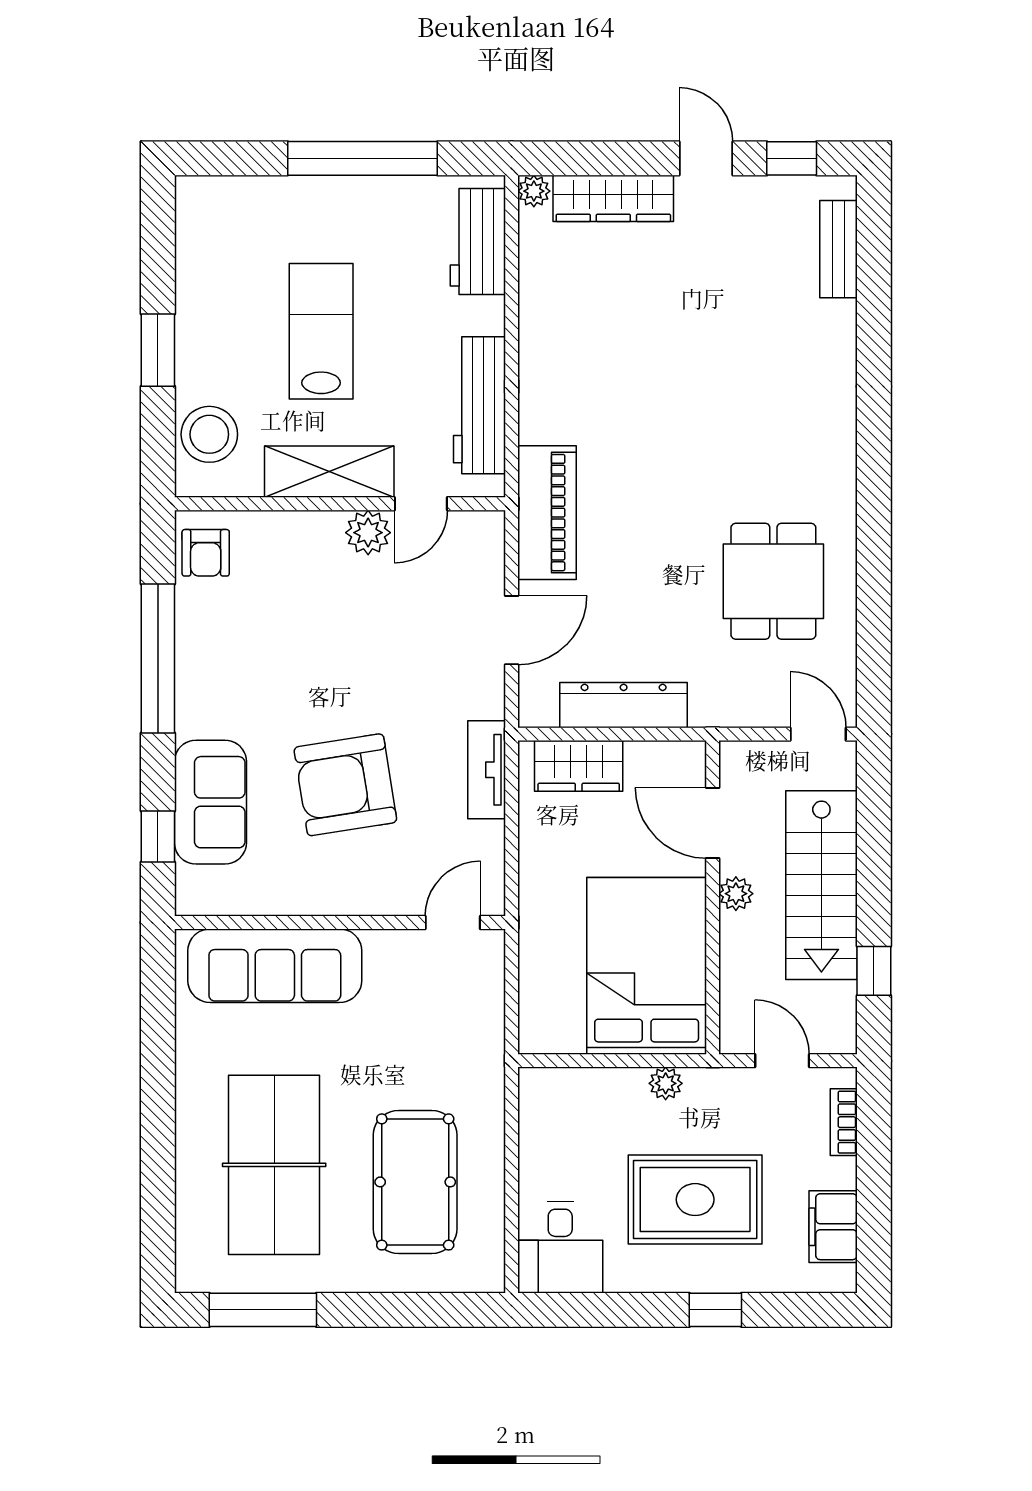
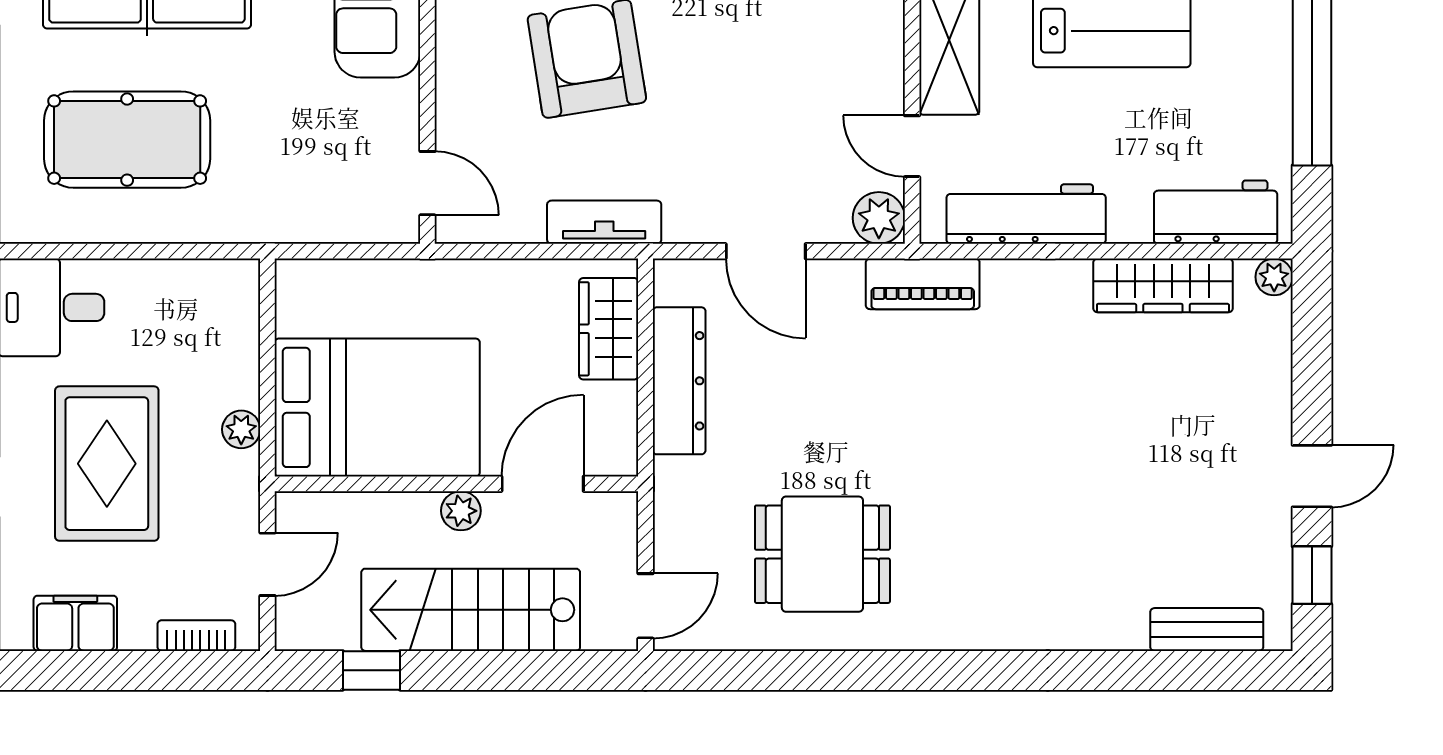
wardrobe: (613, 198) -> (1163, 285), moved, turned -90
piano: (547, 513) -> (923, 284), width x0.73, depth x0.75
plant: (368, 533) -> (879, 218), moved

